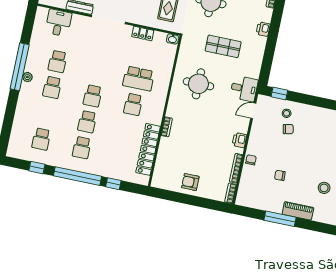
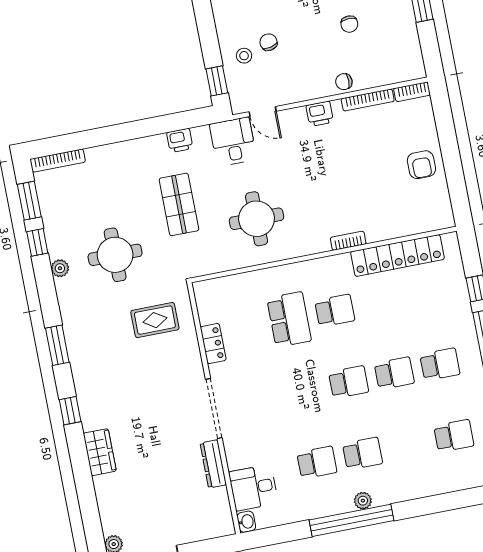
printer: (263, 29) -> (180, 140), moved
washbasin: (173, 39) -> (246, 522), moved

